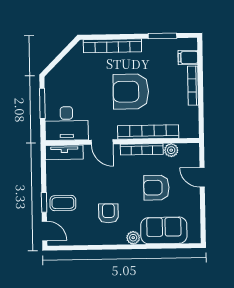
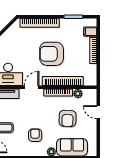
door: (102, 142) -> (32, 87), swing flipped
armchair: (156, 188) -> (68, 118), turned -88

